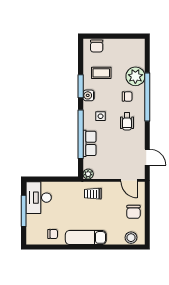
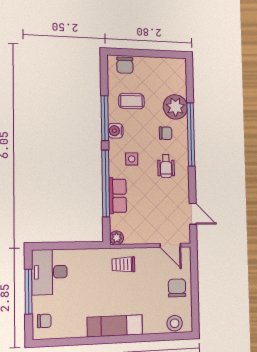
window: (81, 86) -> (105, 118), width x1.44
chair: (133, 212) -> (177, 288), turned 180
chair: (53, 234) -> (44, 321), moved

